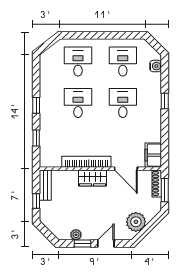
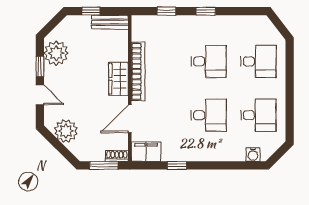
window: (165, 101) -> (177, 165), moved
shoe rack: (157, 183) -> (117, 156), width x0.70
plant: (76, 235) -> (56, 53), width x1.88, depth x1.88

